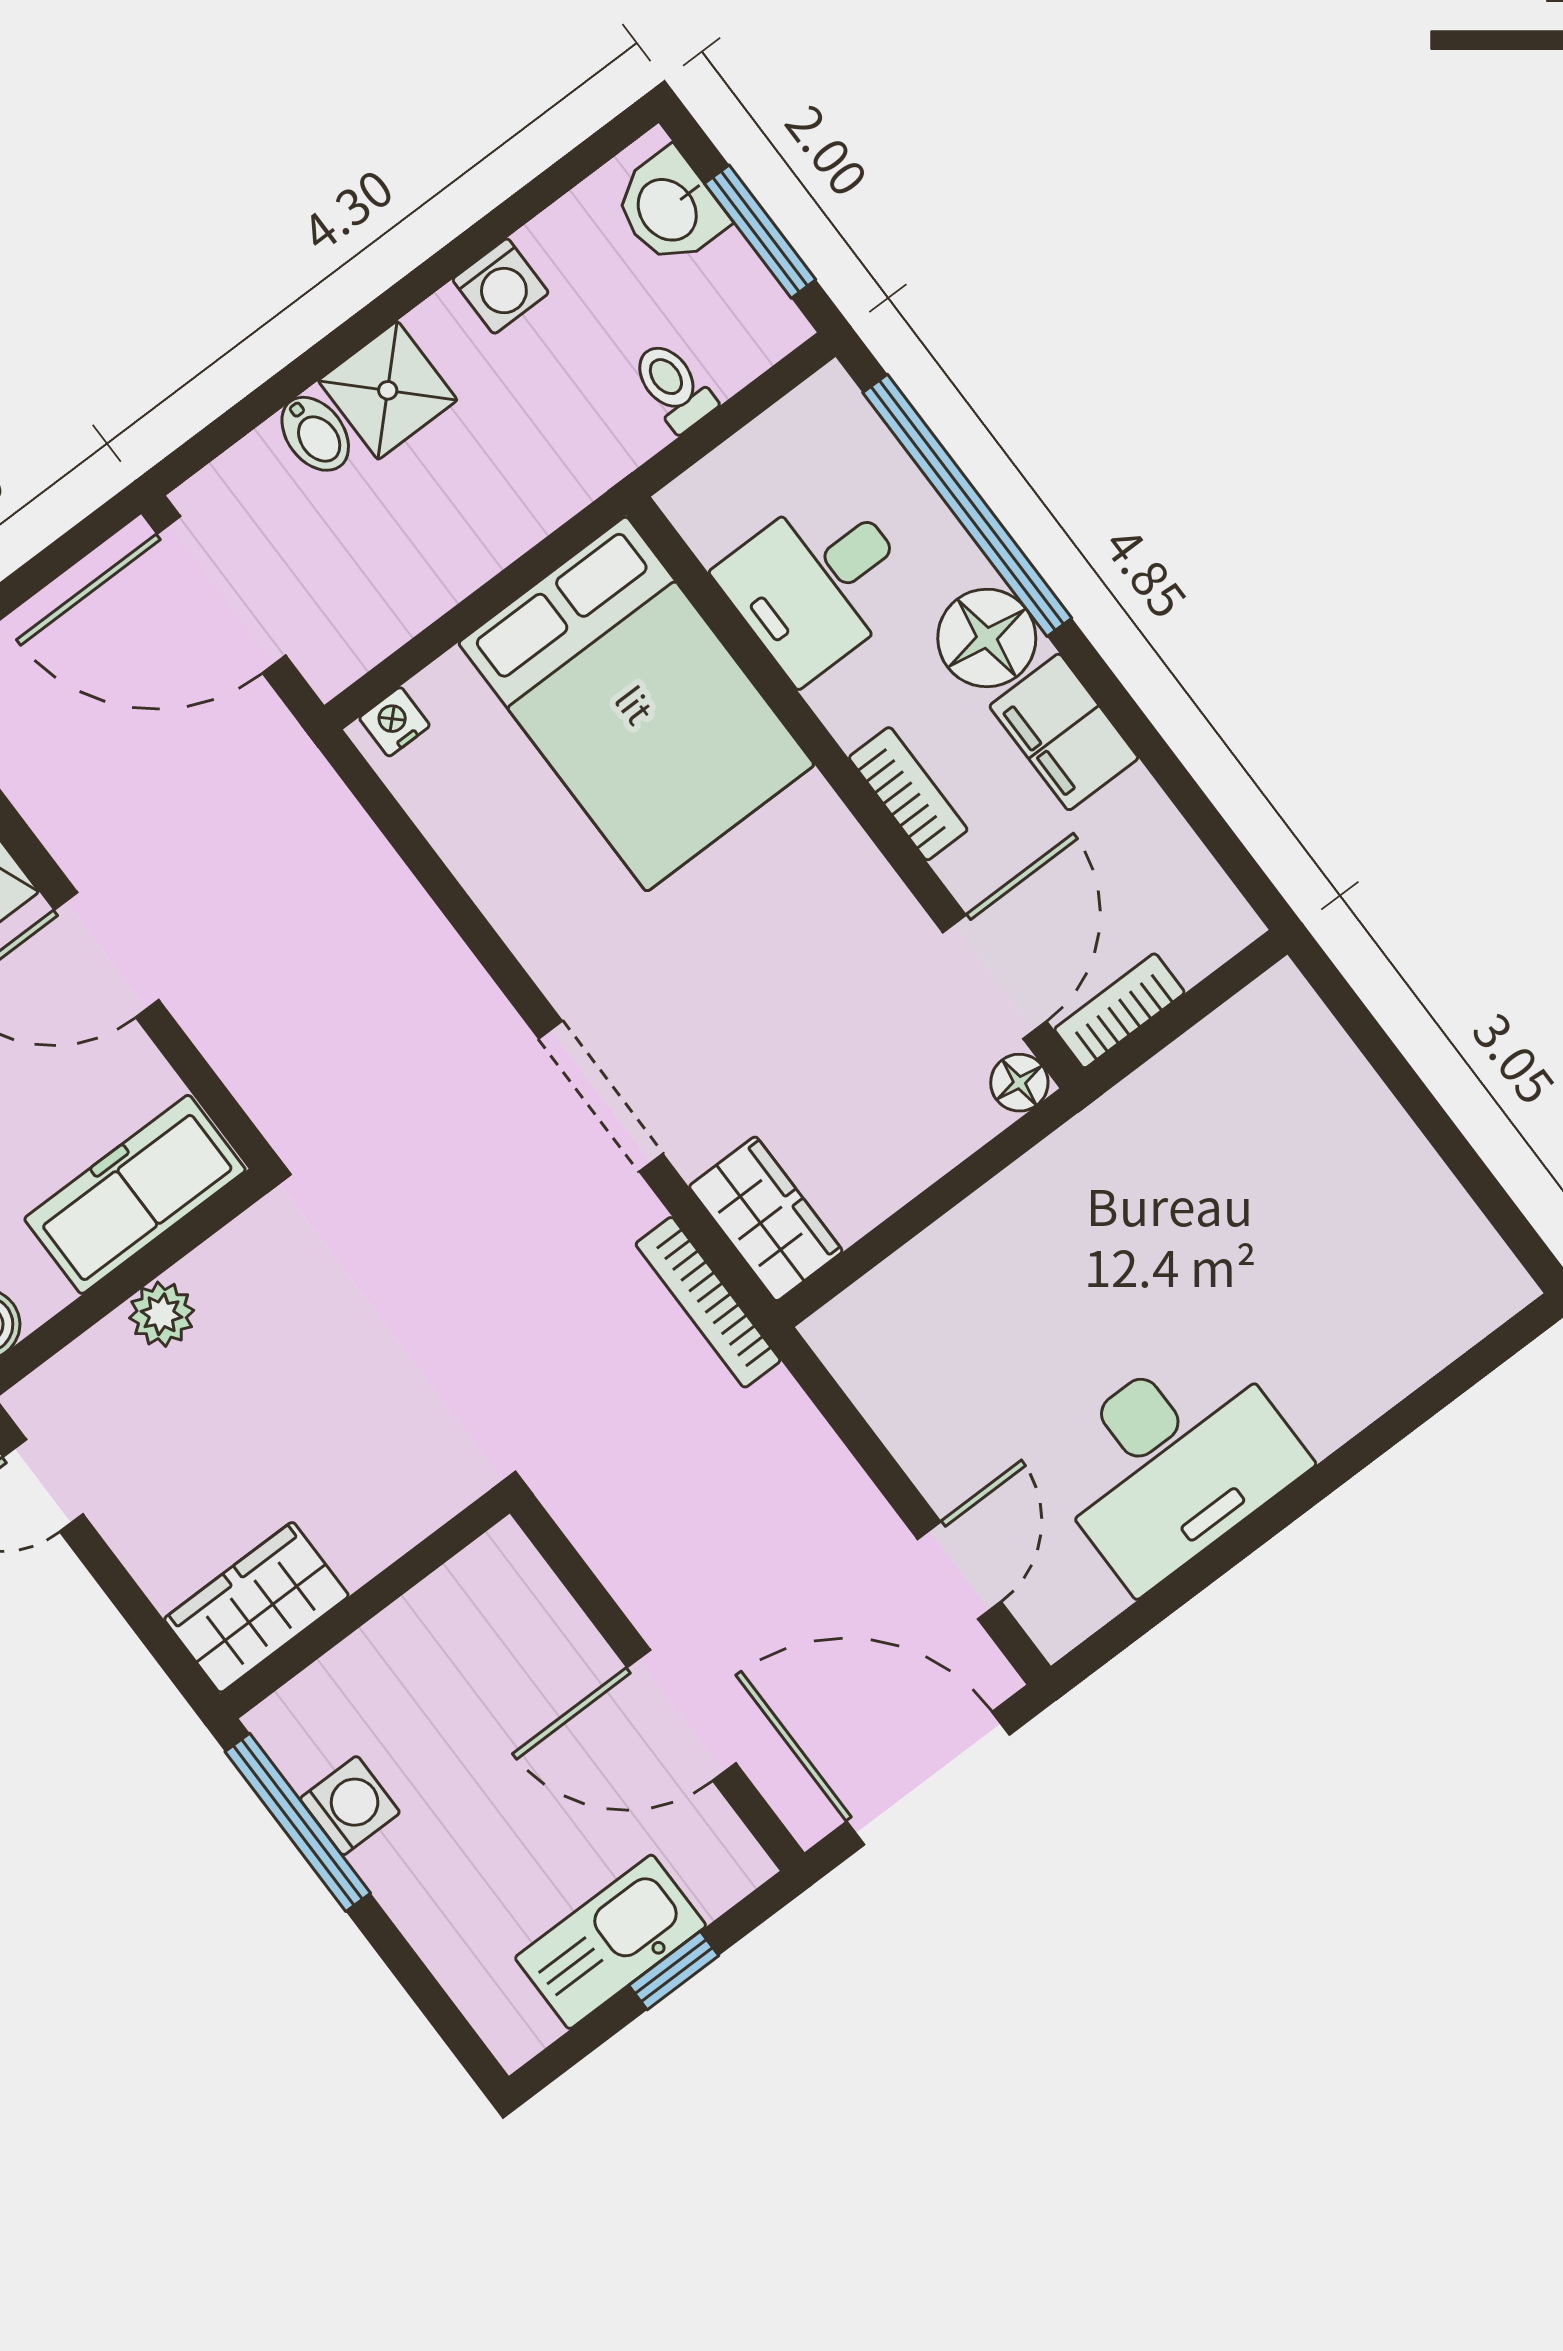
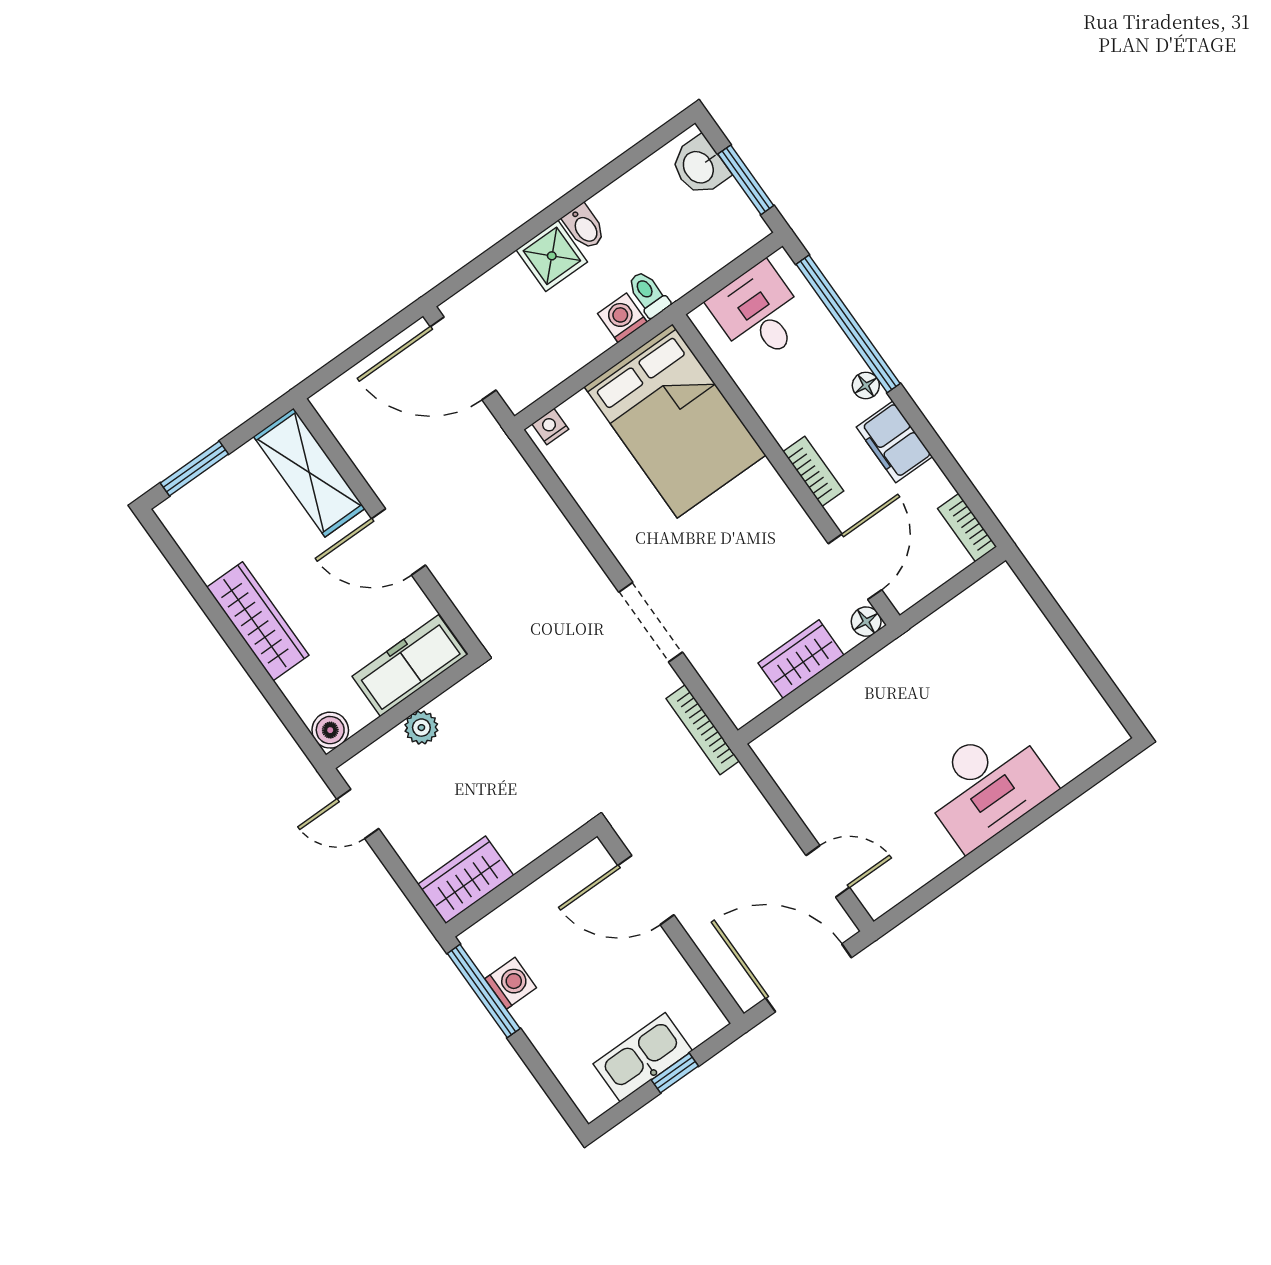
washing machine: (501, 286) -> (622, 318), moved, turned 180
toilet: (673, 386) -> (648, 294), moved
bidet: (315, 434) -> (584, 227), moved
desk: (817, 583) -> (759, 313), moved, turned 90
floor lamp: (987, 638) -> (866, 385), width x0.53, depth x0.53
bookcase: (1119, 1011) -> (967, 528), moved, turned -90
wardrobe: (766, 1219) -> (801, 659), moved, turned -90
desk: (1173, 1462) -> (987, 785), moved
door: (959, 1570) -> (828, 871), hinge flipped
door: (682, 1715) -> (646, 890), moved

